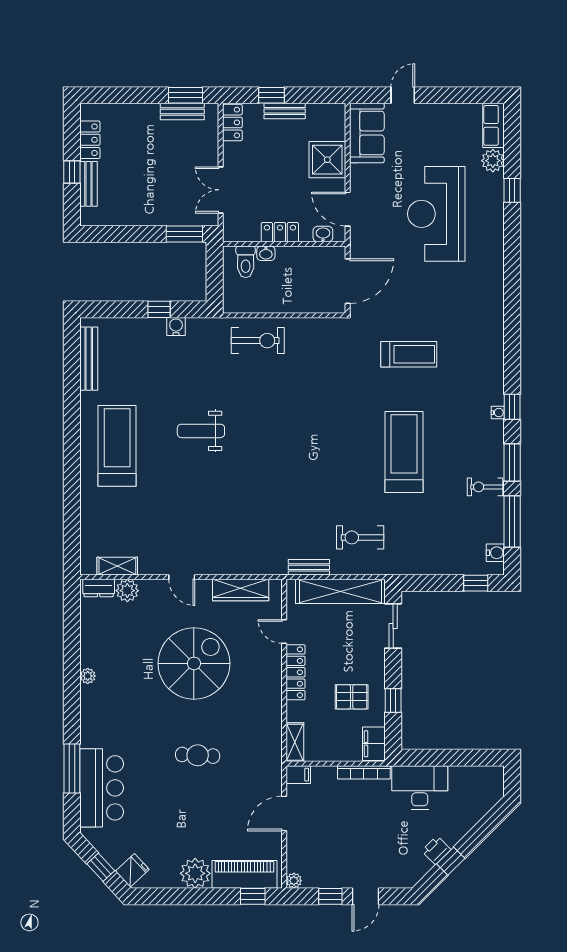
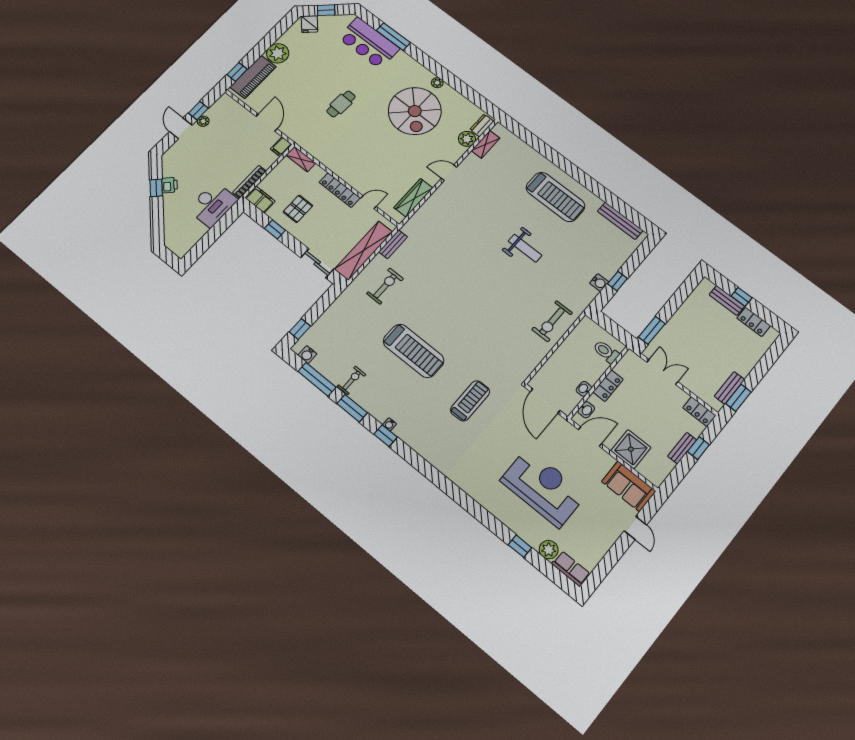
washbasin: (266, 253) -> (584, 389), moved
treadmill: (409, 354) -> (470, 401), turned 180
weight bench: (201, 431) -> (525, 248), turned 90
spiral stairs: (194, 663) -> (415, 111), moved
plant: (294, 881) -> (203, 121), moved

